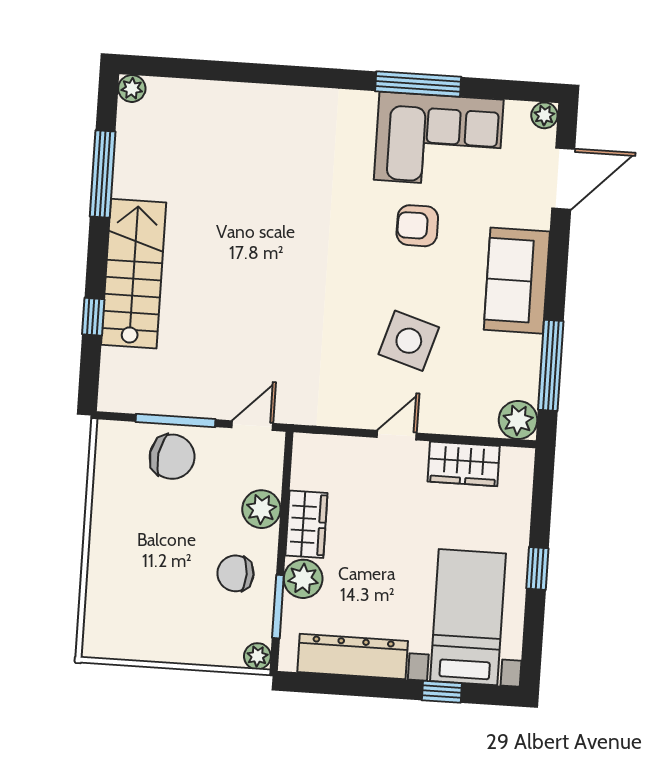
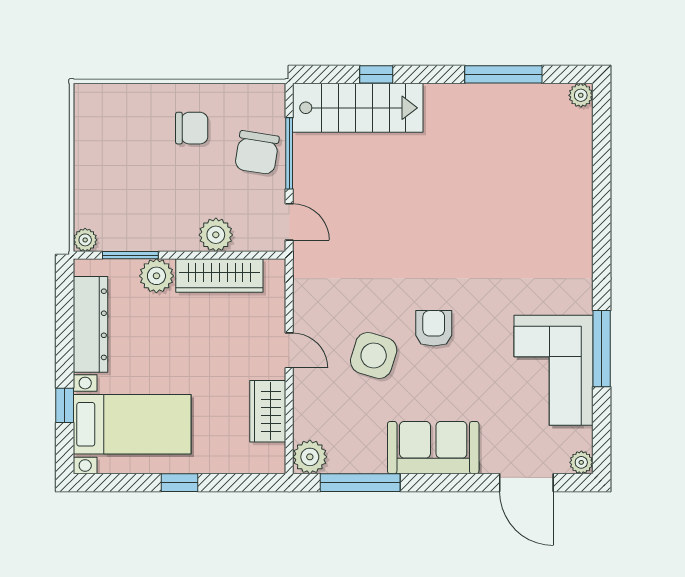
armchair: (417, 226) -> (434, 328), moved
stairs: (134, 274) -> (358, 108), moved
wardrobe: (306, 524) -> (219, 276), width x1.50
chair: (235, 573) -> (192, 128), moved, turned 90

